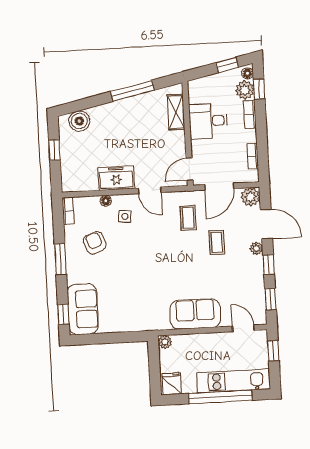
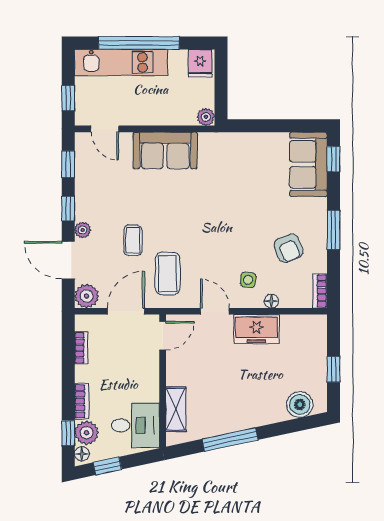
desk: (208, 121) -> (135, 425), moved
coffee table: (188, 218) -> (168, 274), width x1.36, depth x1.30

